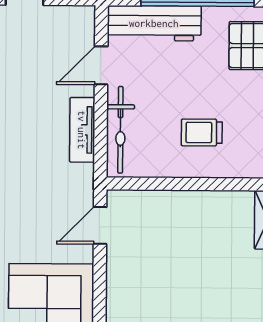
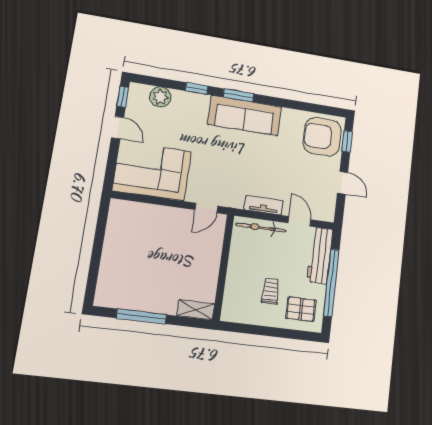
trolley: (202, 132) -> (271, 291), moved
door: (100, 225) -> (206, 208), swing flipped

